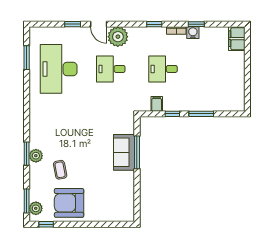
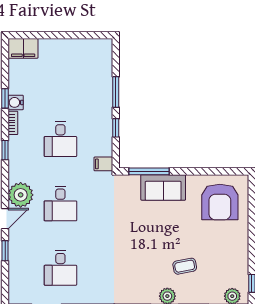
desk: (59, 69) -> (60, 268), width x0.53, depth x0.77
filing cabinet: (157, 104) -> (103, 164), moved
window: (137, 152) -> (149, 171), moved
armchair: (69, 203) -> (220, 202), moved

